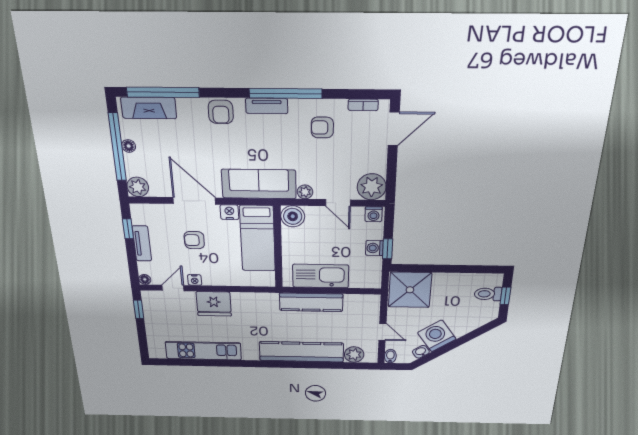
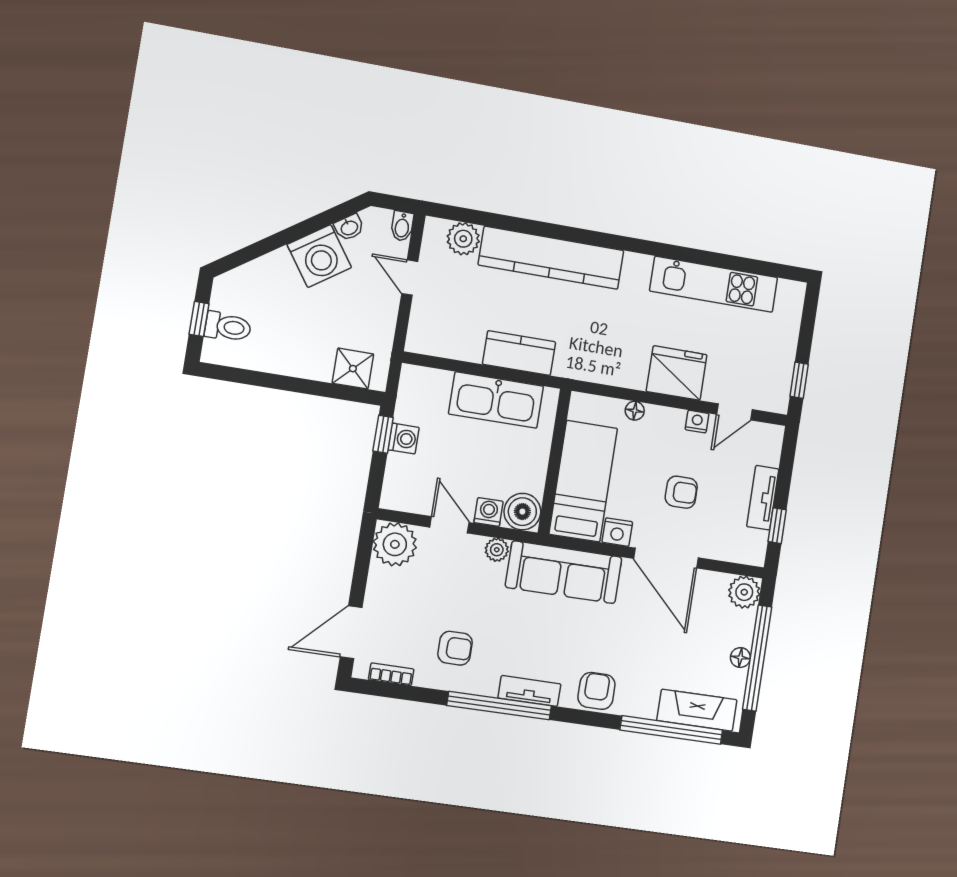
washing machine: (374, 214) -> (489, 512), moved
floor lamp: (145, 279) -> (635, 411), moved
shower: (410, 290) -> (353, 369), width x0.54, depth x0.54
kitchen counter: (311, 302) -> (519, 353), width x0.67

